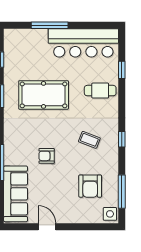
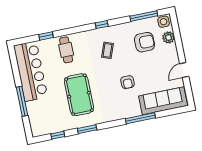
plant: (90, 216) -> (169, 37), added

